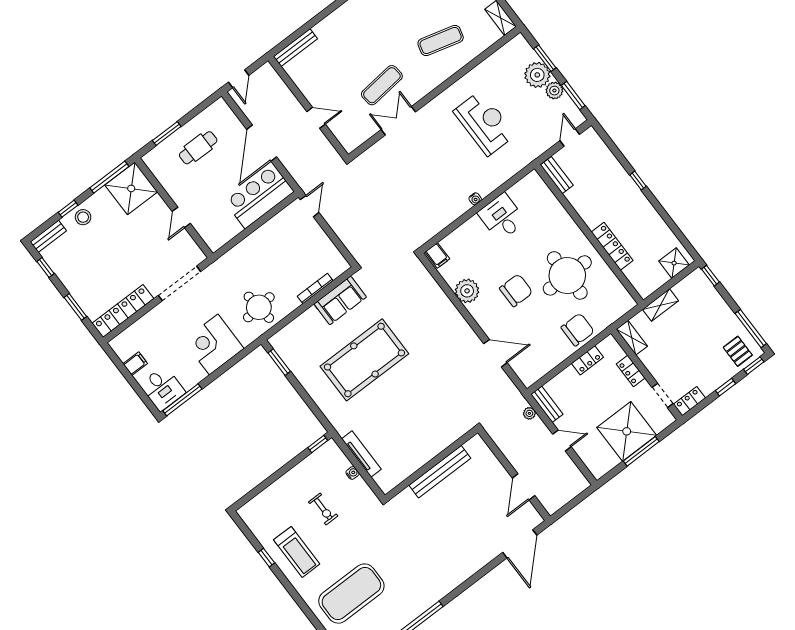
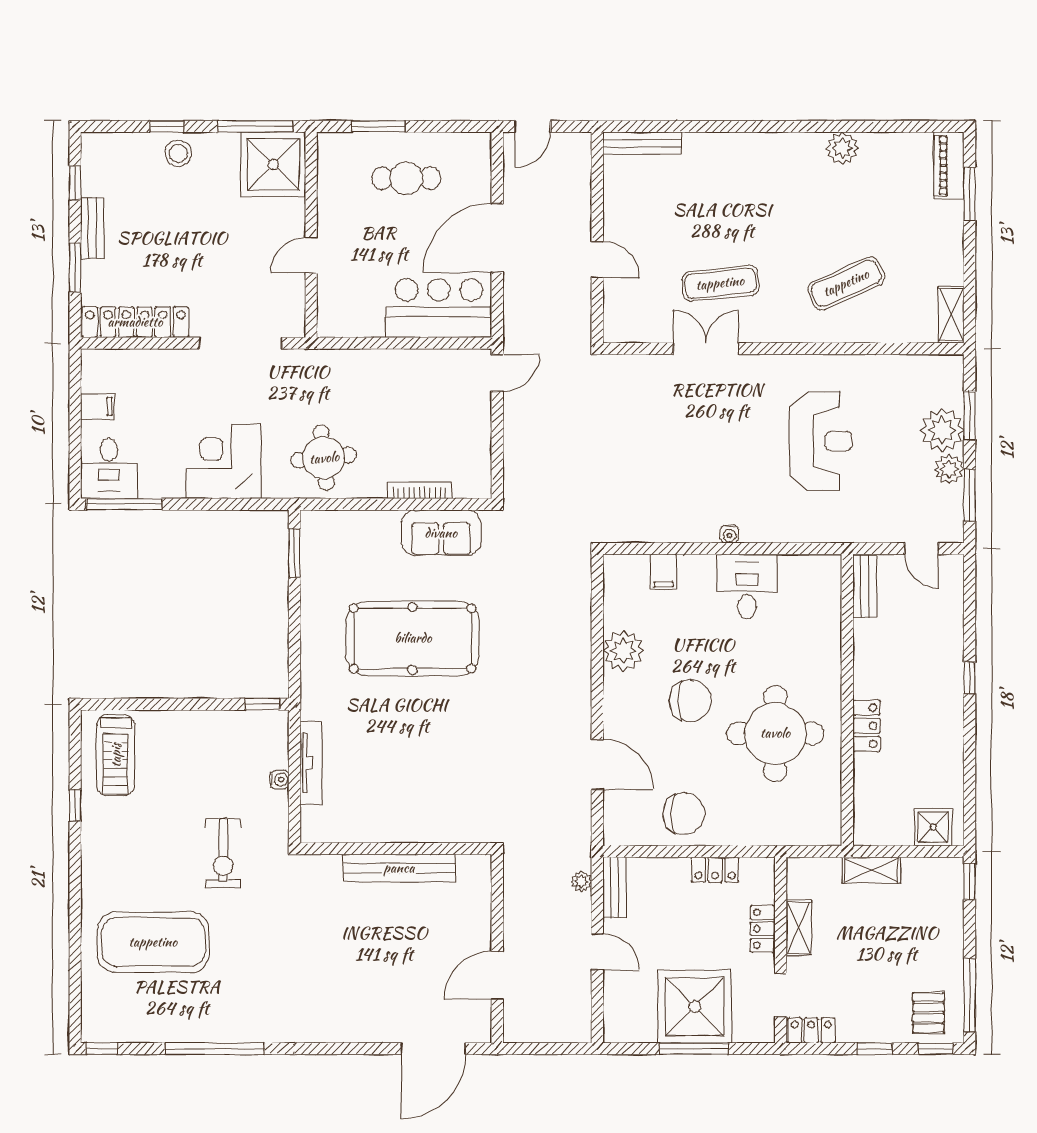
exercise mat: (441, 41) -> (846, 283), turned -39
door: (570, 137) -> (921, 549), swing flipped
bench: (48, 236) -> (92, 228), moved, turned 90
locker: (612, 246) -> (867, 726), width x0.66
filing cabinet: (437, 255) -> (664, 572), moved
chair: (578, 329) -> (684, 814), moved
shelving: (632, 338) -> (799, 928), moved
exercise bike: (323, 509) -> (223, 853), moved, width x1.38, depth x1.39
treadmill: (297, 552) -> (116, 755), moved

